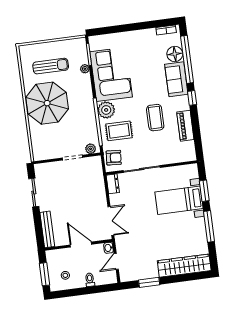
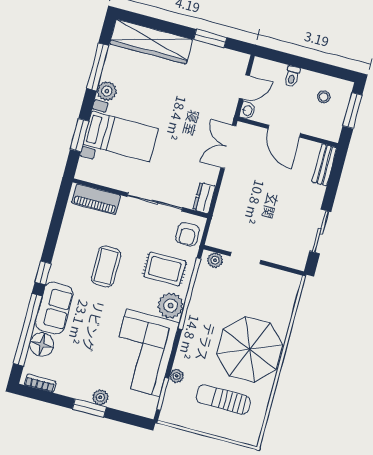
window: (130, 27) -> (89, 408), added
plant: (126, 37) -> (100, 397), added
piano: (185, 126) -> (96, 199), moved, turned 90
armchair: (114, 158) -> (188, 234), turned -94
plant: (199, 224) -> (107, 91), added
window: (209, 226) -> (98, 67), moved
bench: (47, 229) -> (324, 165), width x0.73

